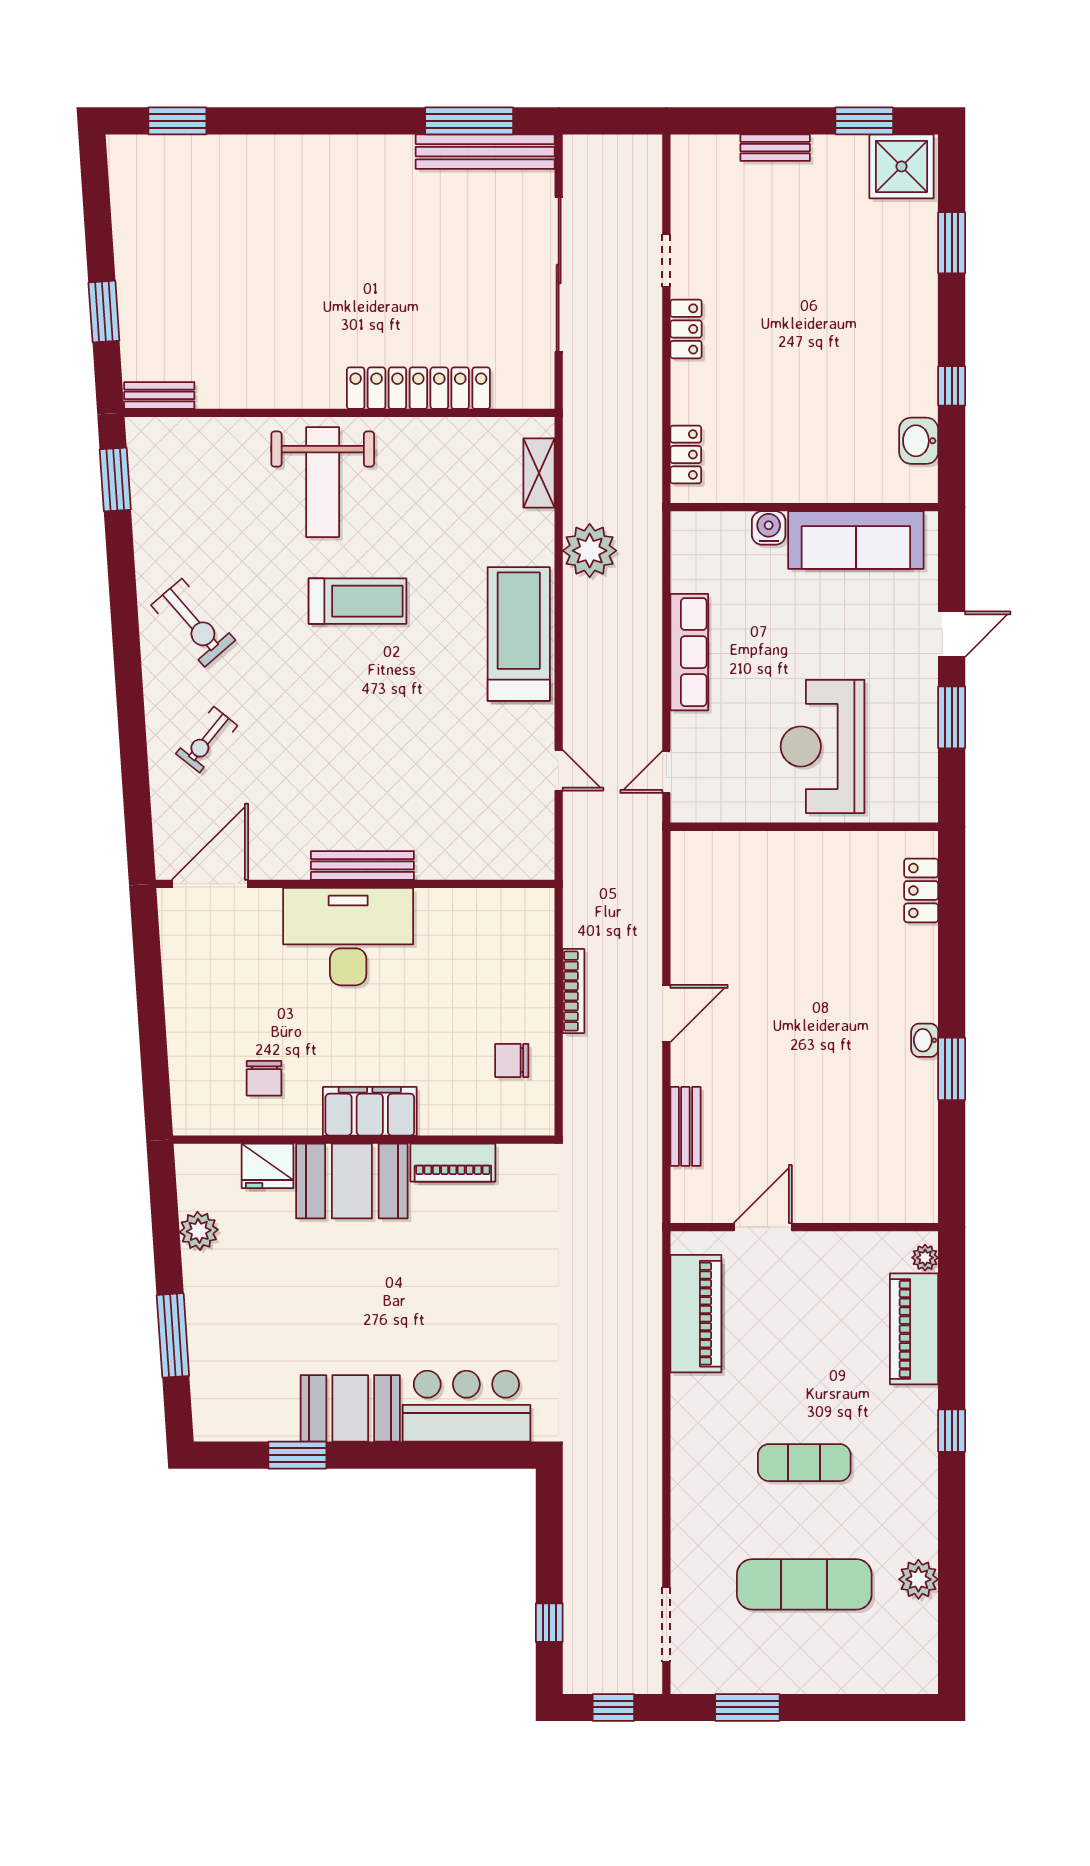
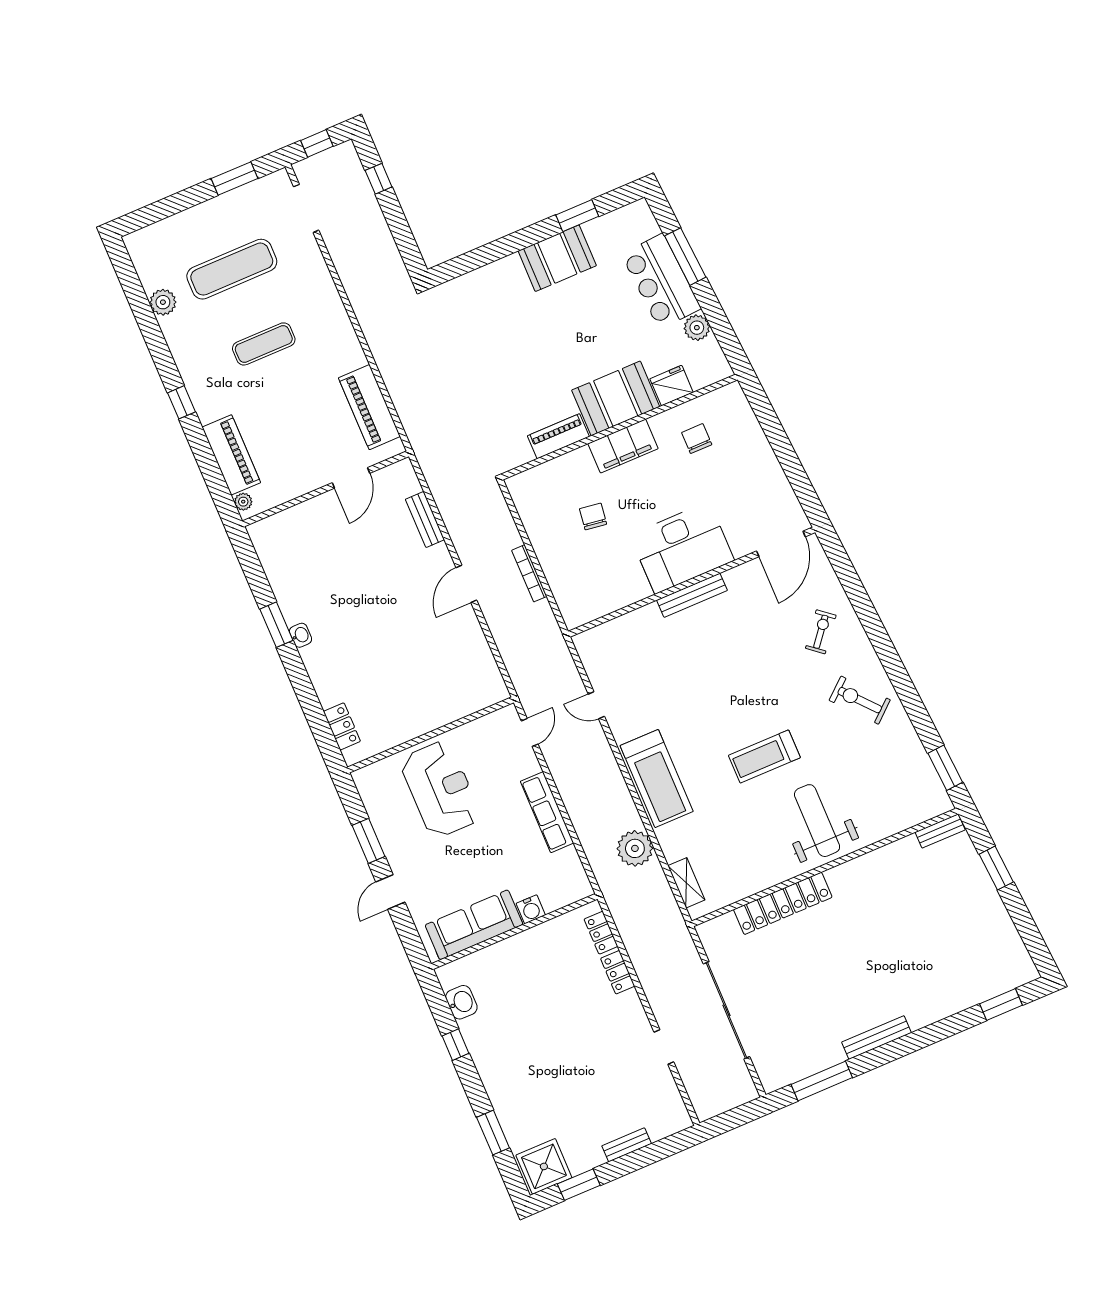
bench: (485, 152) -> (876, 1038), moved, width x0.73, depth x0.82
locker: (686, 329) -> (618, 972), moved
chair: (512, 1060) -> (593, 516), moved, turned -82
bar counter: (466, 1406) -> (661, 281), moved, turned 86

